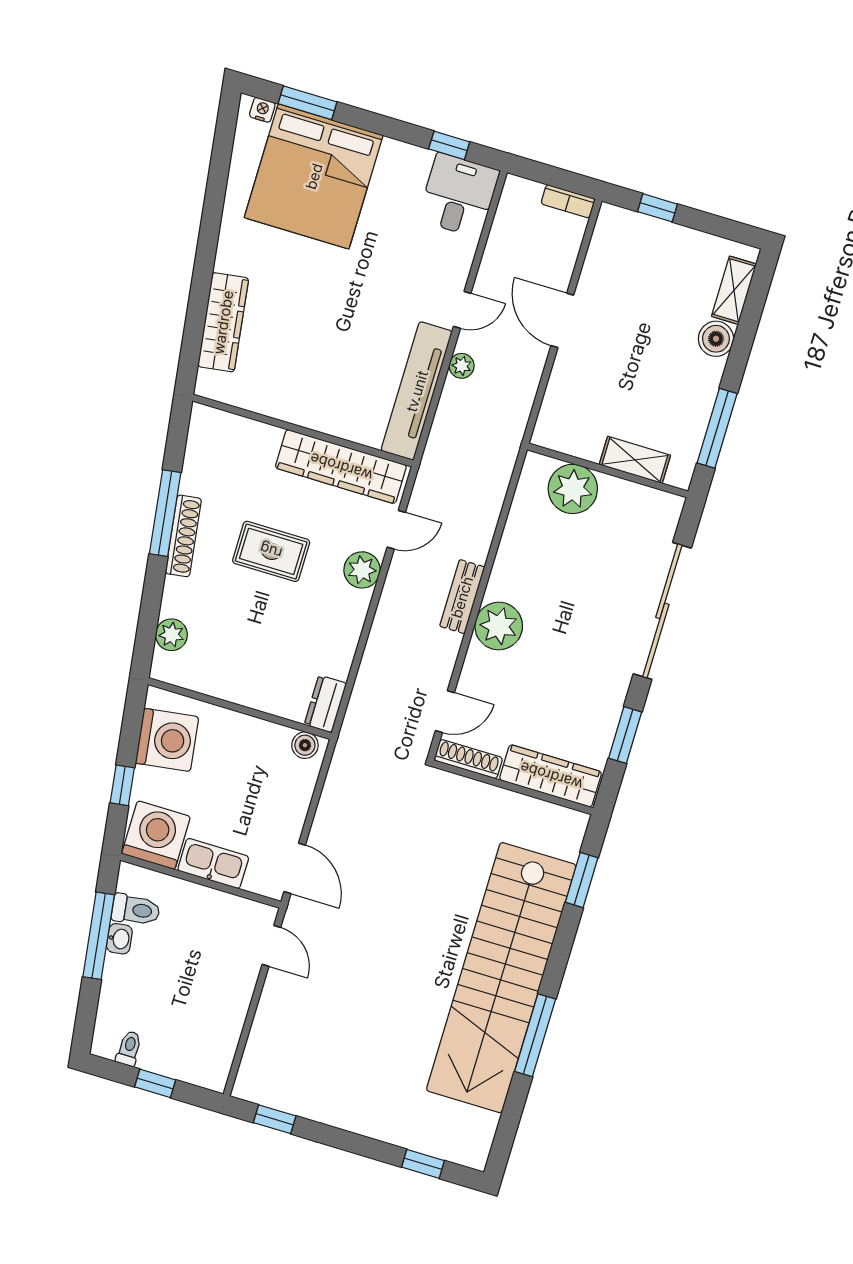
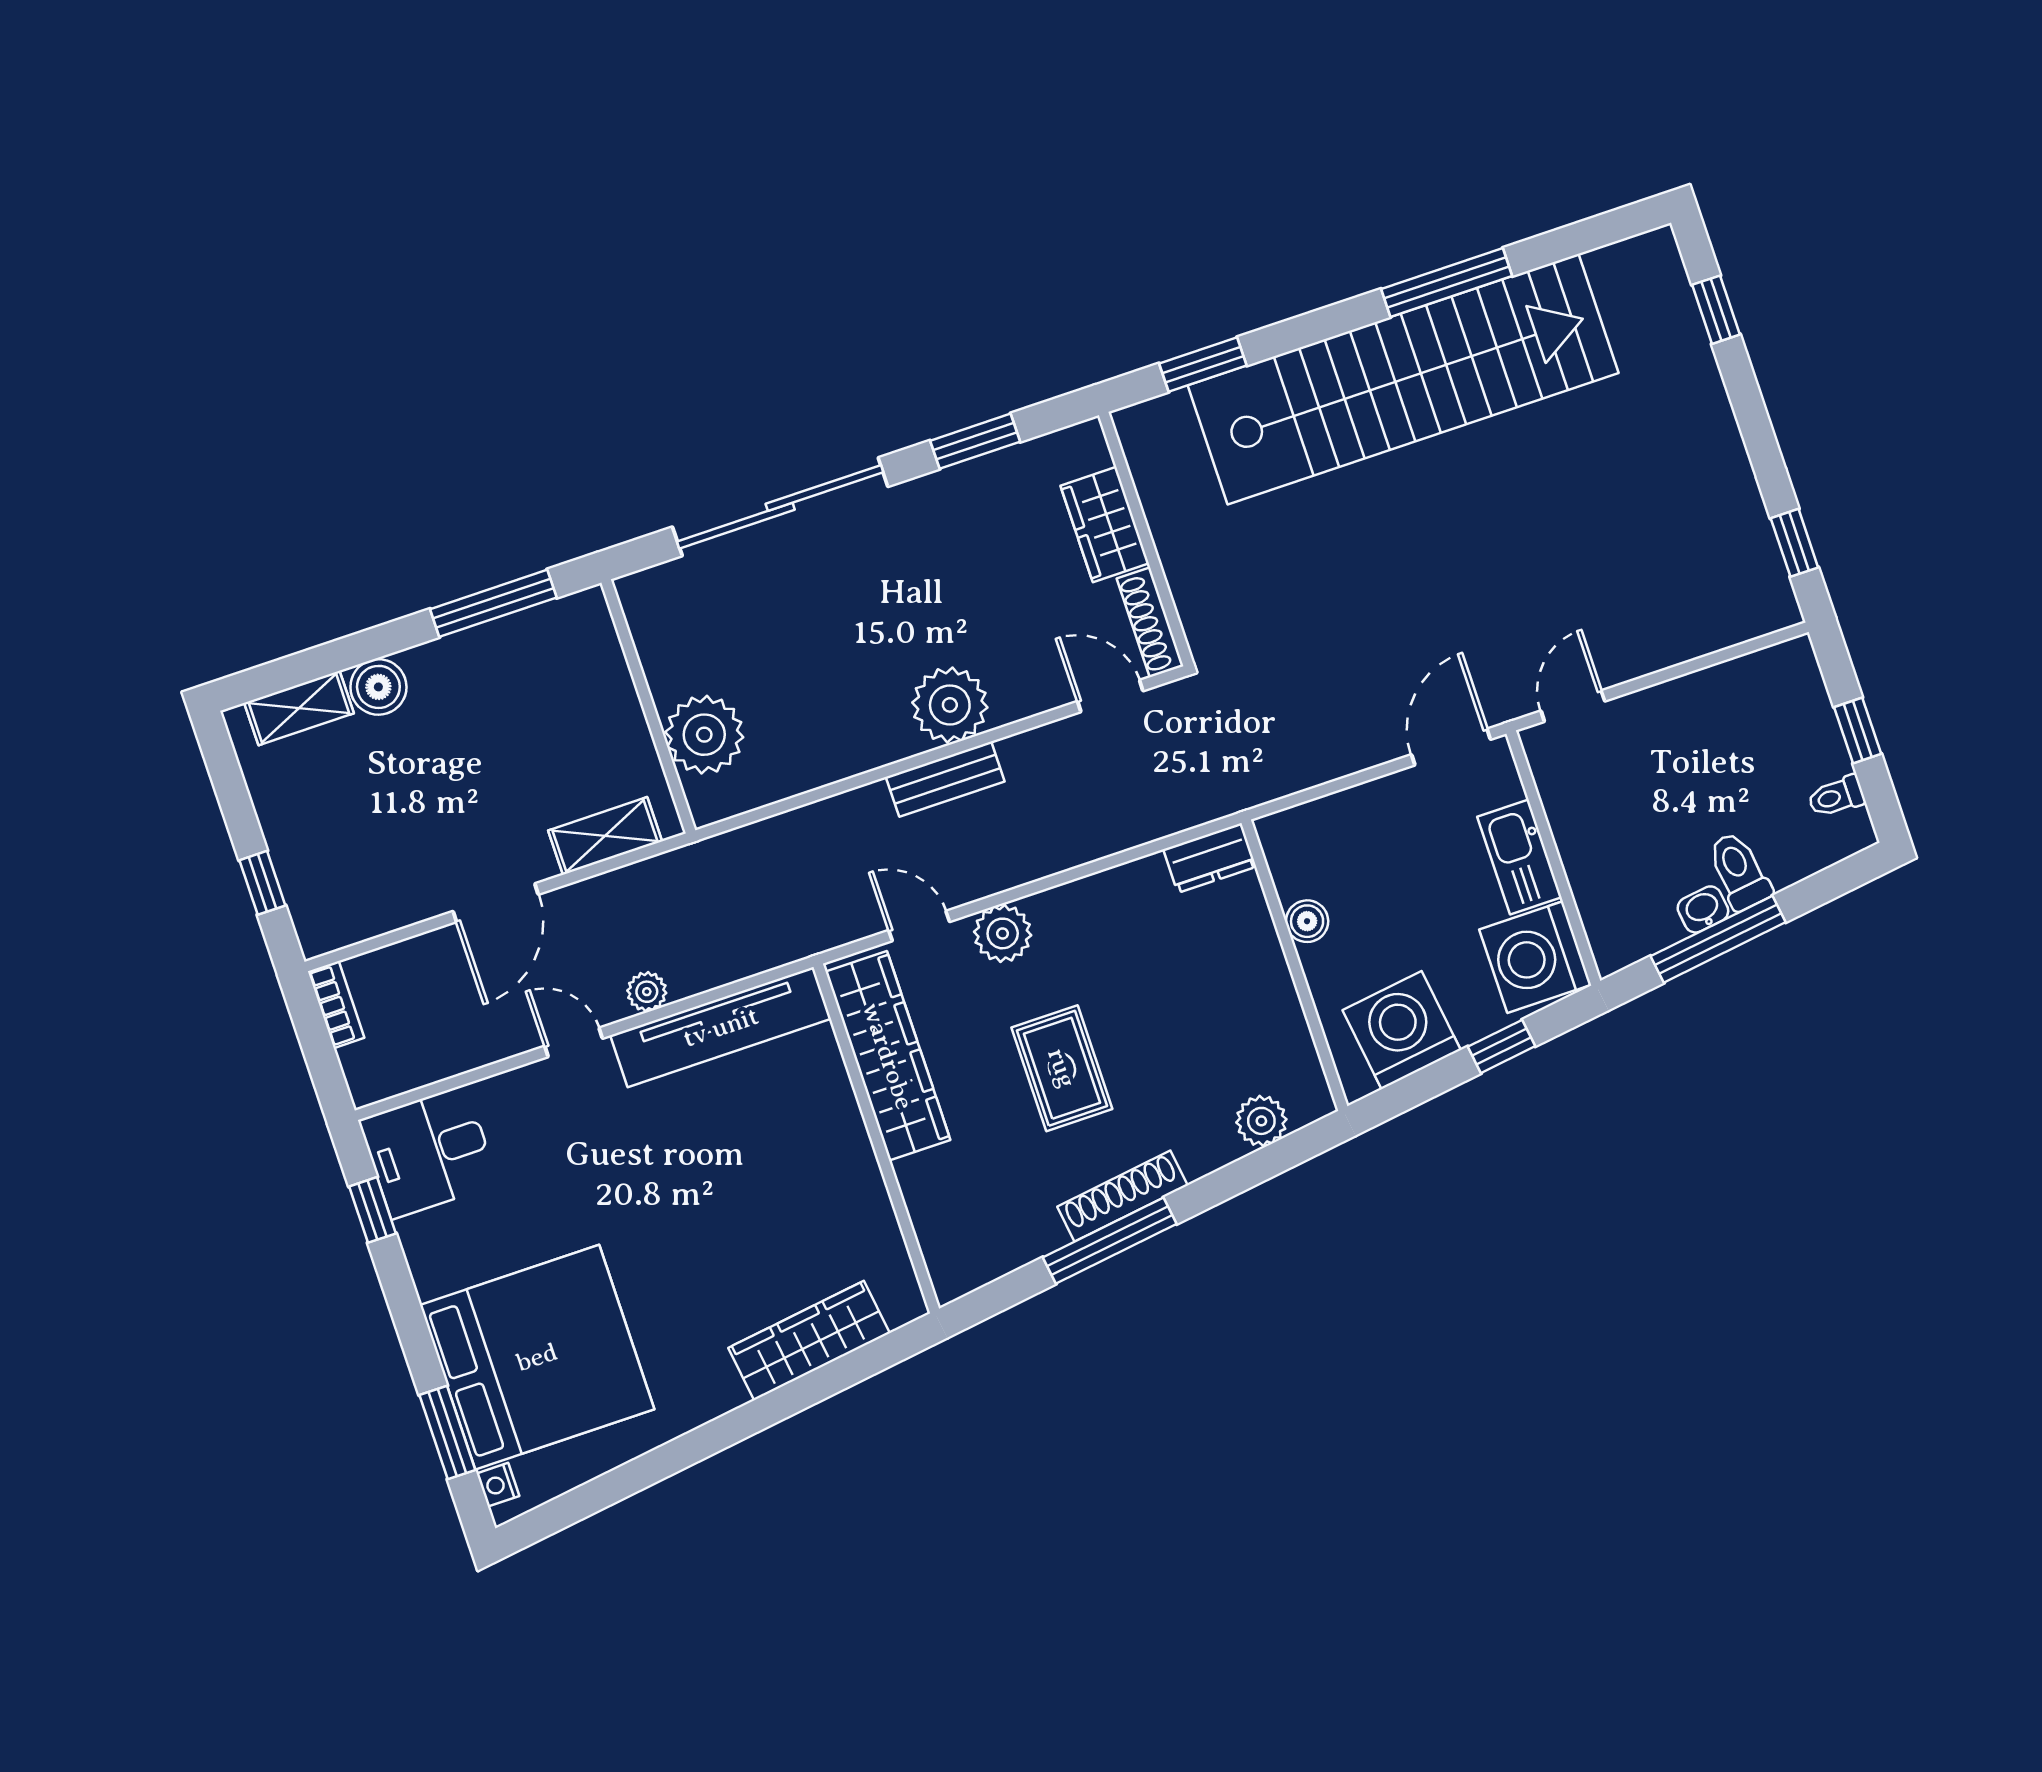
shelving: (635, 460) -> (605, 836), moved, turned 90
boiler: (305, 745) -> (1307, 921), moved
wardrobe: (551, 776) -> (1105, 524), width x0.67
toilet: (136, 910) -> (1739, 871), moved

